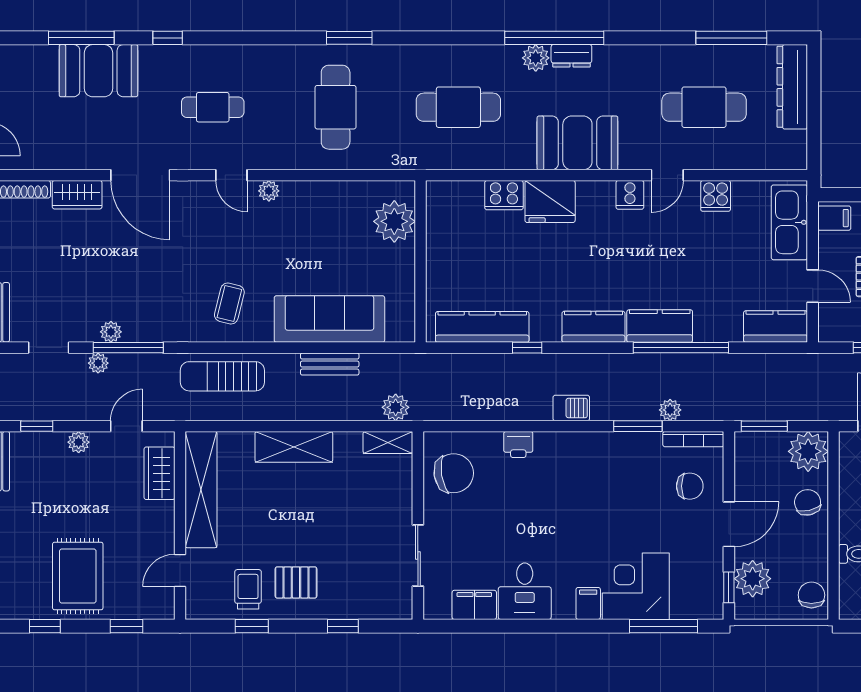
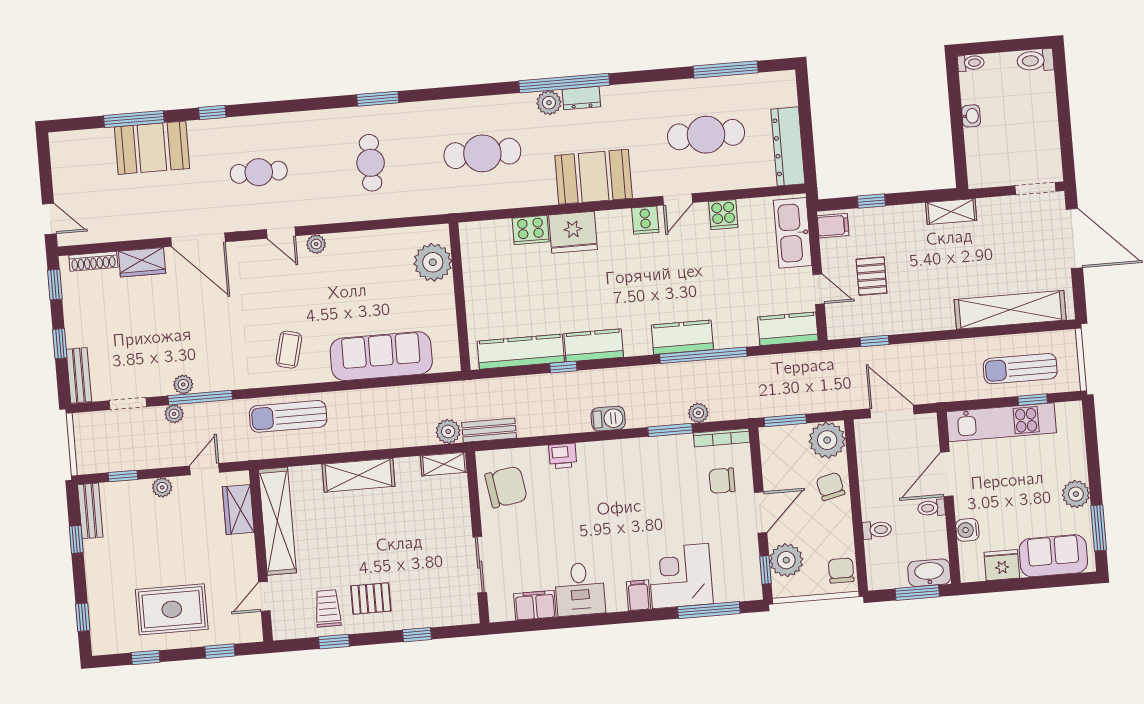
dresser: (792, 87) -> (788, 146), moved
cafe table: (336, 107) -> (371, 163), width x0.73, depth x0.74
kitchen counter: (593, 327) -> (594, 345), moved
bench: (330, 364) -> (489, 430), moved
chair: (690, 486) -> (722, 481), turned 180
rug: (78, 576) -> (172, 609), turned 90

